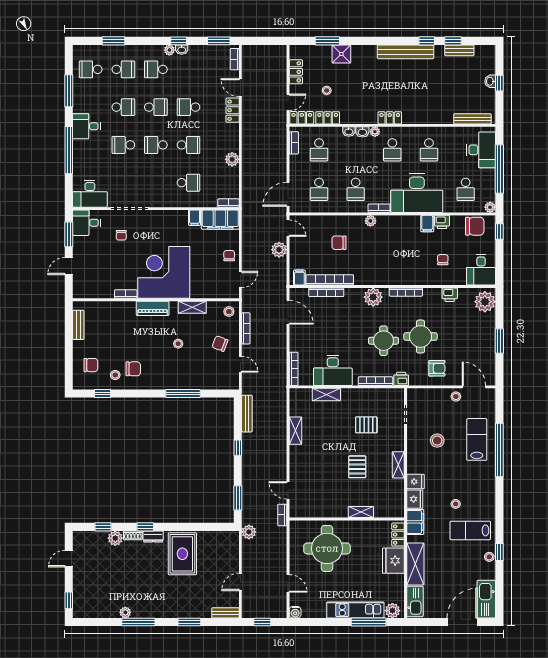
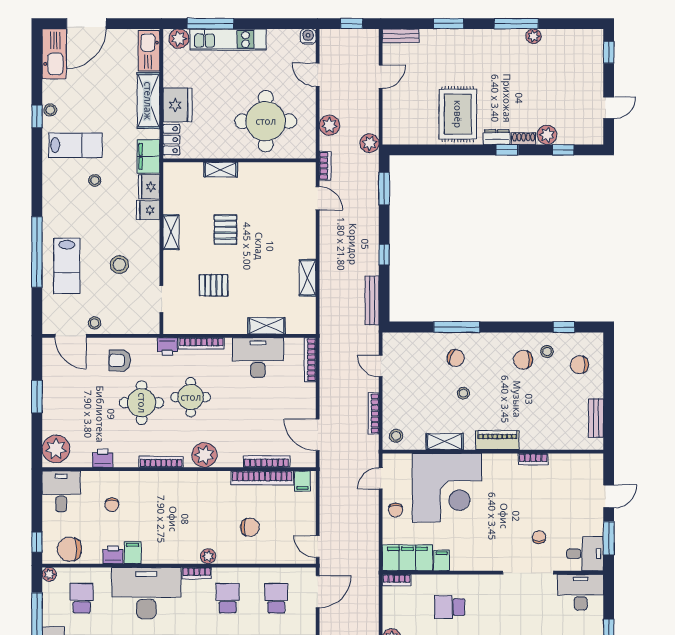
plant: (279, 250) -> (329, 125), moved
corner desk: (164, 272) -> (447, 488), moved
chair: (220, 344) -> (456, 358), moved

